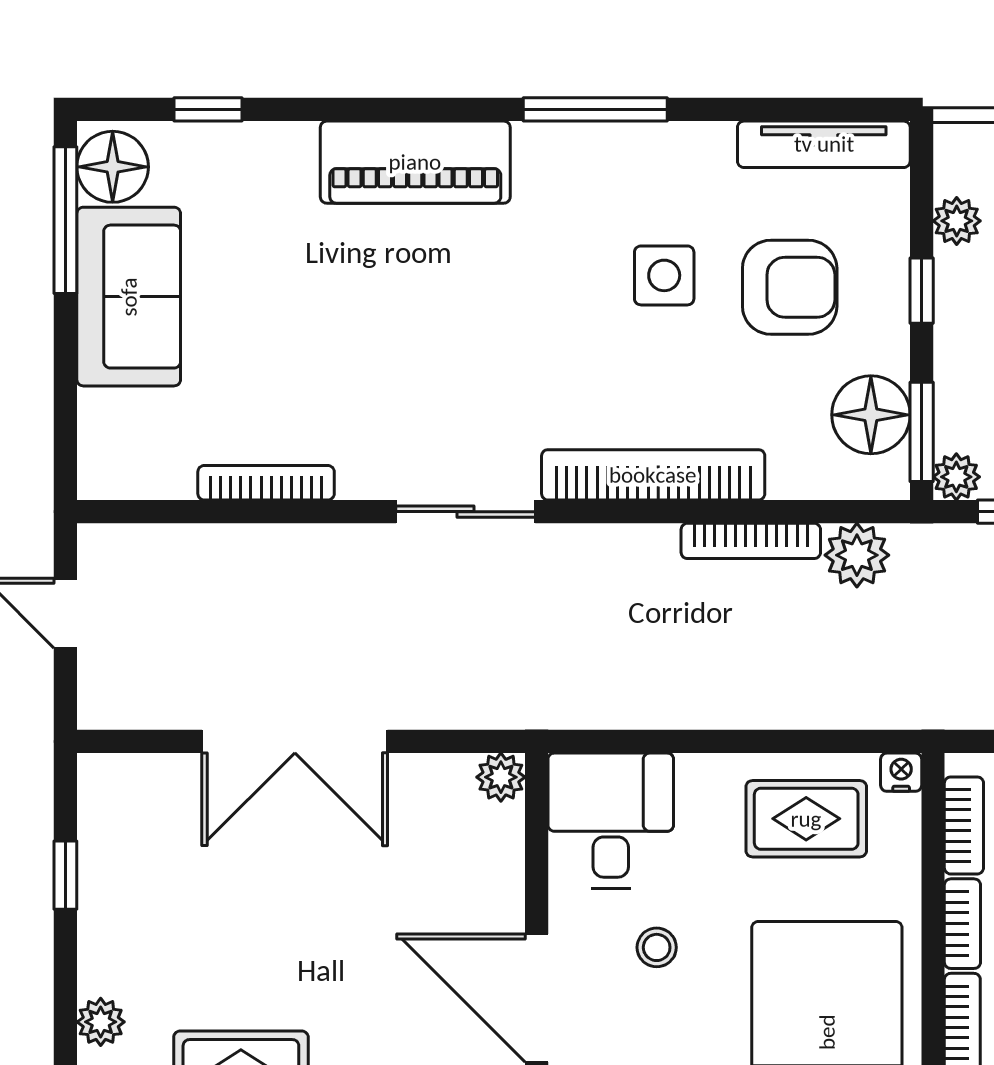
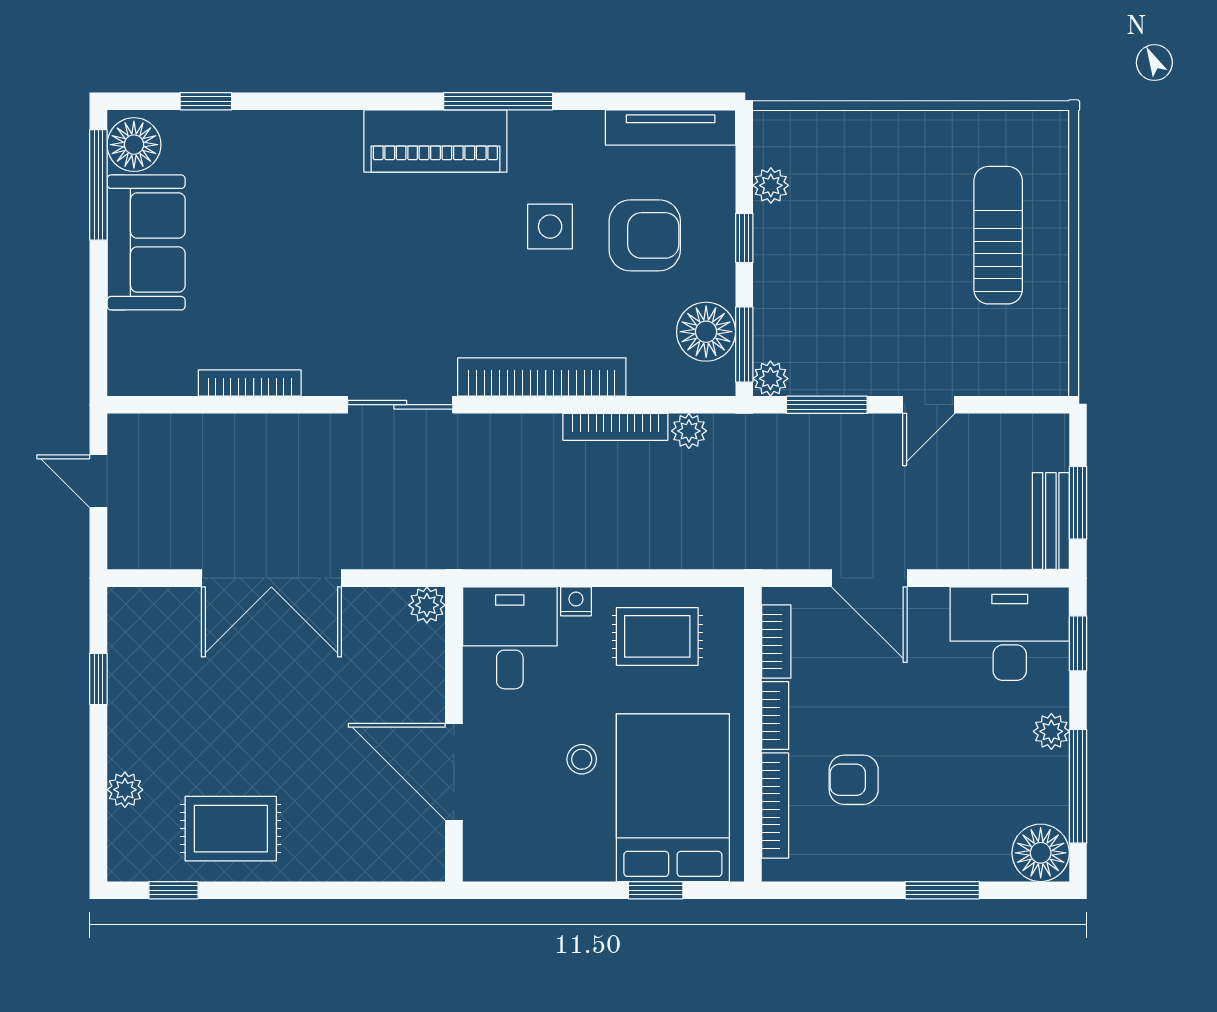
piano: (415, 162) -> (435, 141), moved
plant: (857, 555) -> (689, 431), width x0.73, depth x0.73
nightstand: (901, 772) -> (576, 601), moved
stool: (657, 947) -> (582, 759), moved

